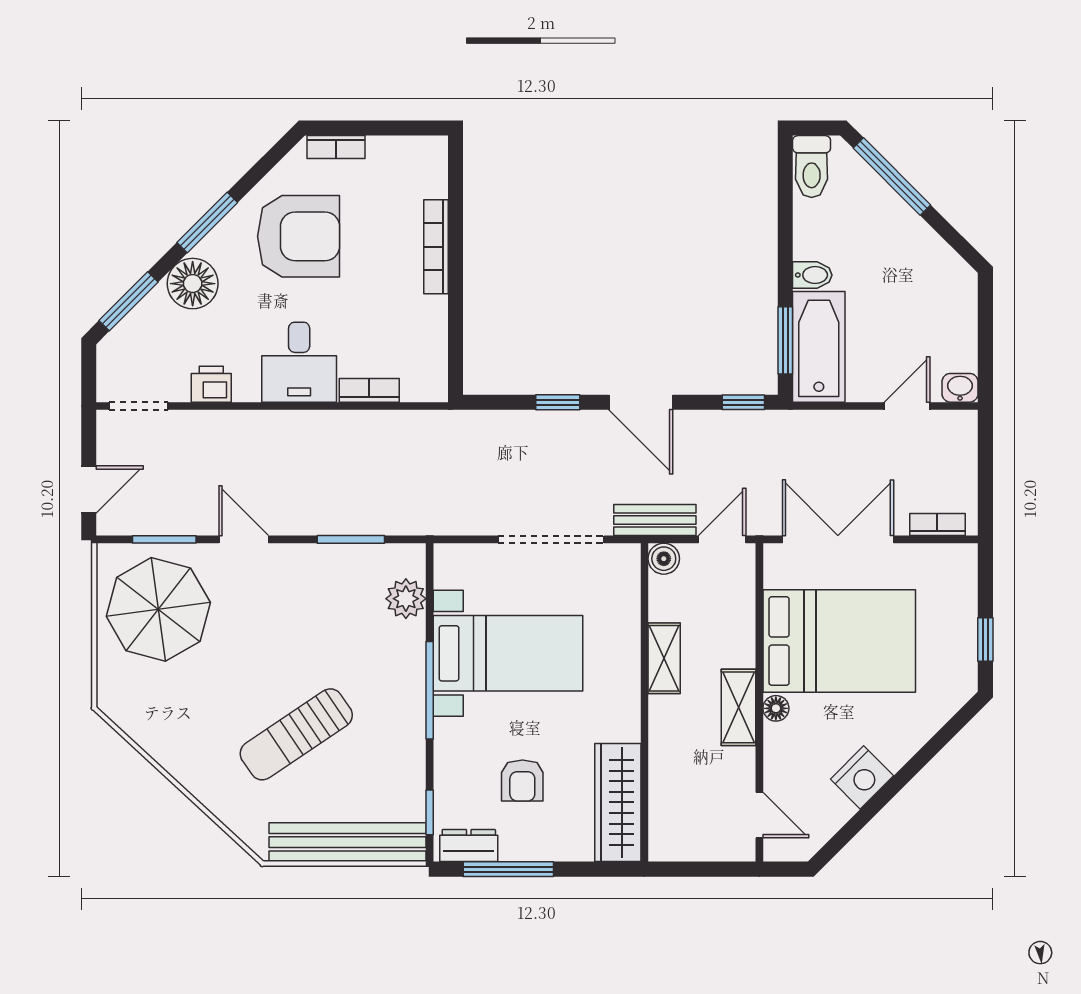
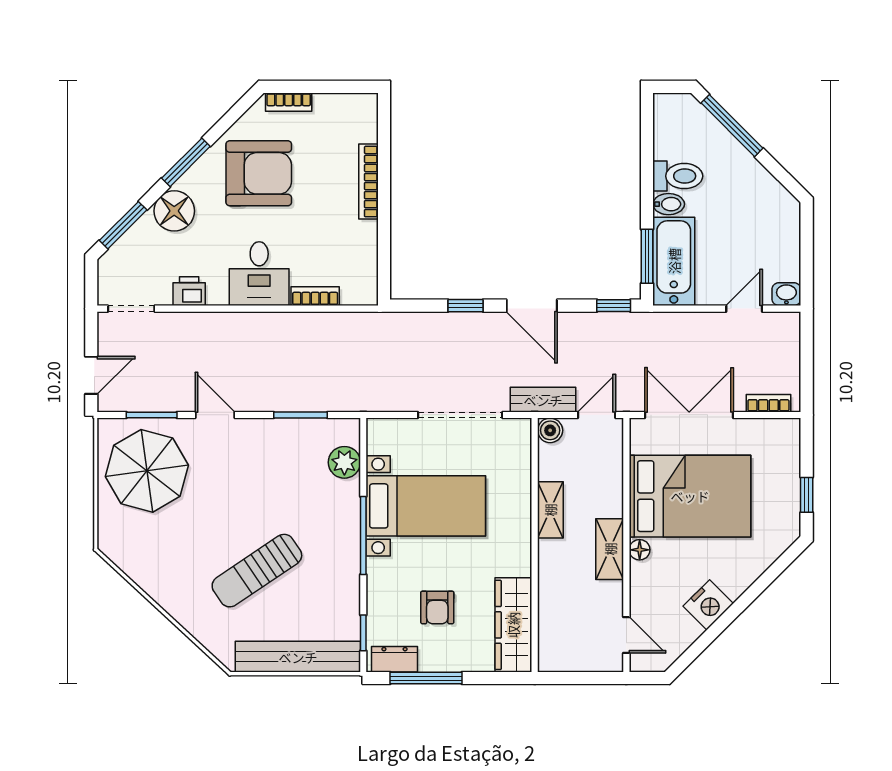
toilet: (812, 167) -> (678, 176), moved, turned -90

